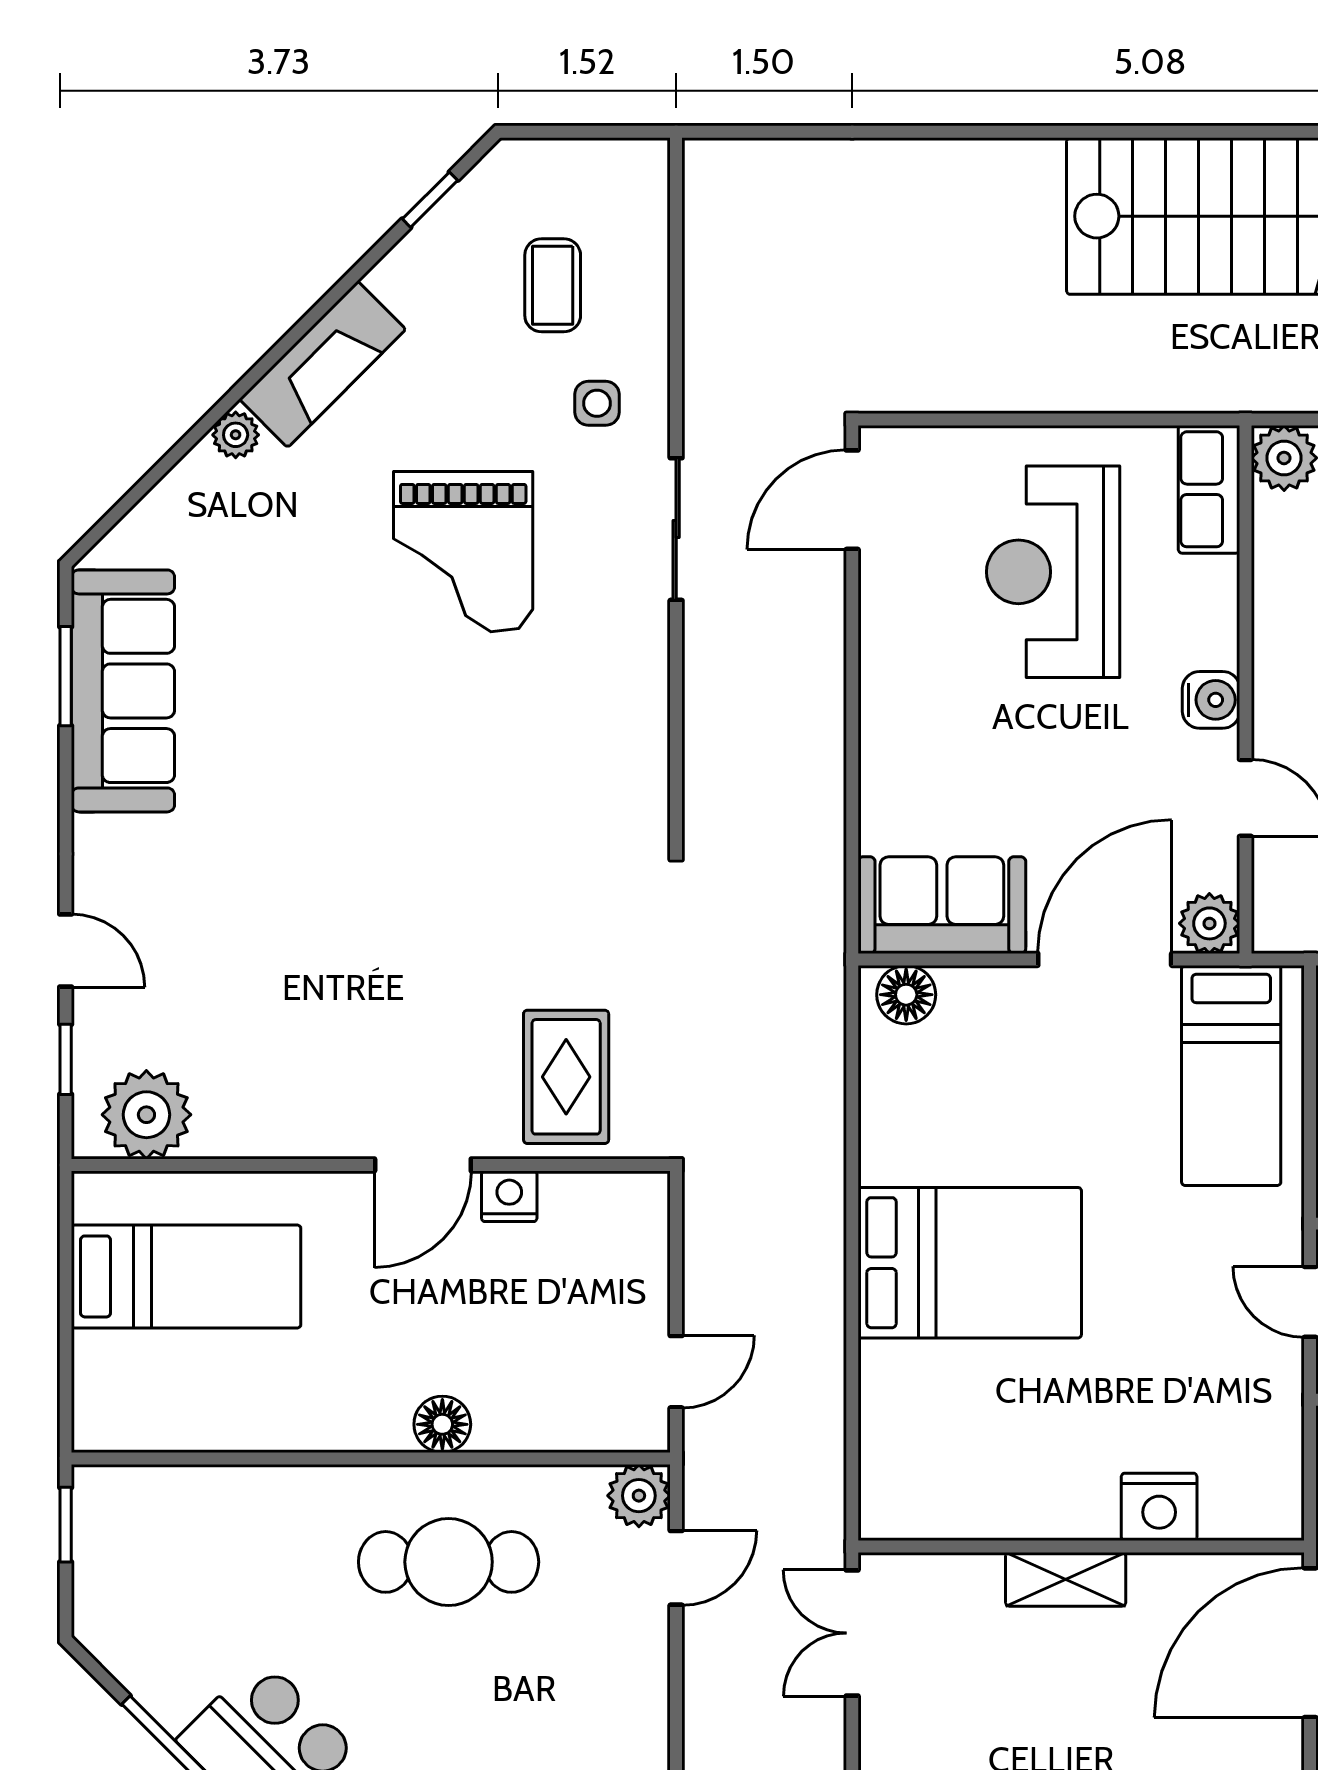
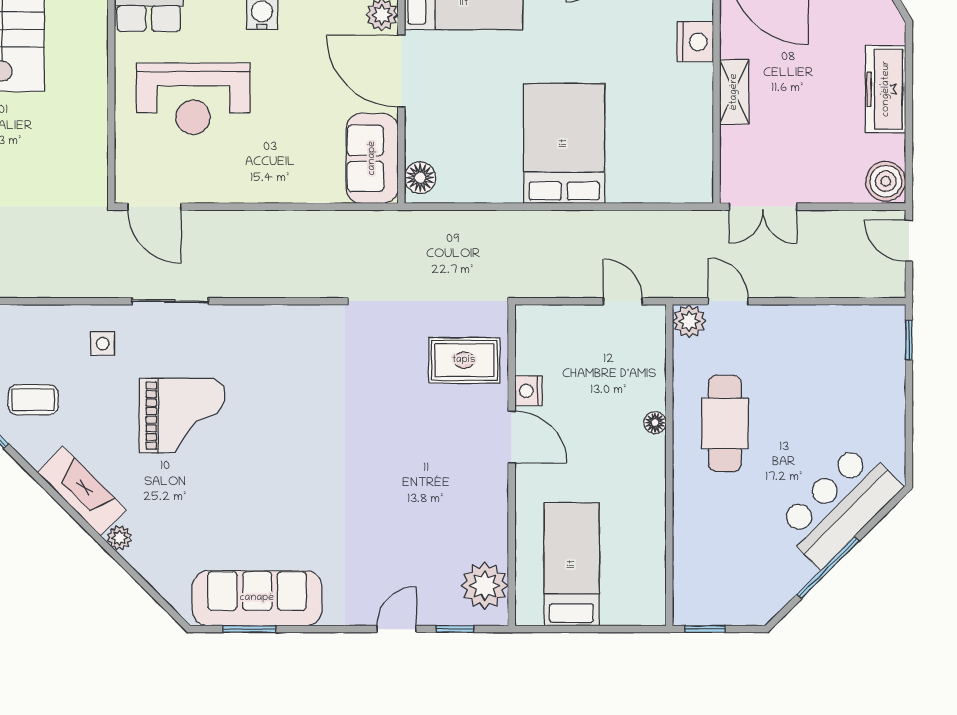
coffee table: (553, 285) -> (33, 400), moved
floor lamp: (442, 1424) -> (655, 423), width x0.73, depth x0.73

